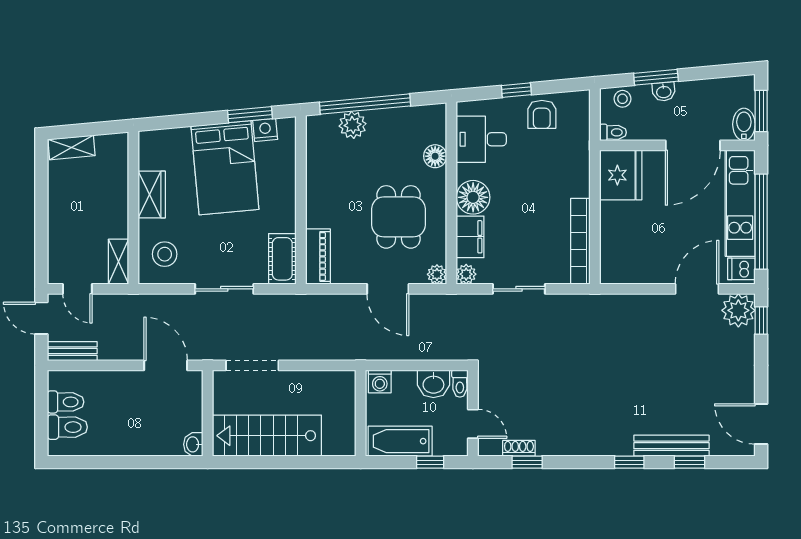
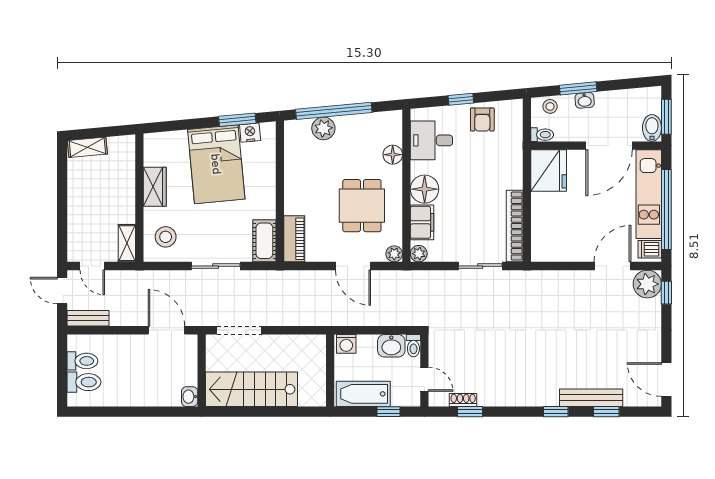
sliding door: (519, 289) -> (480, 266), moved

